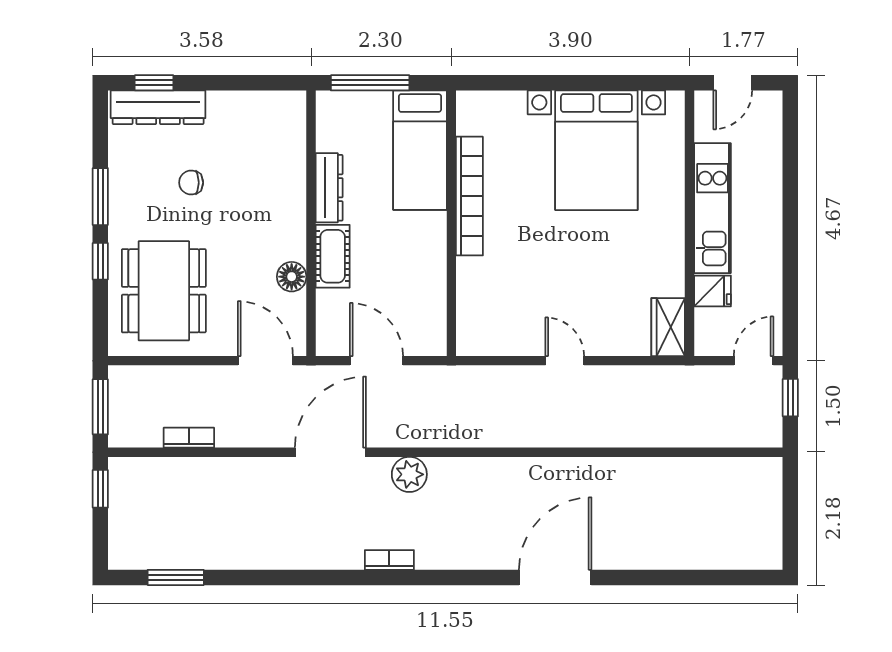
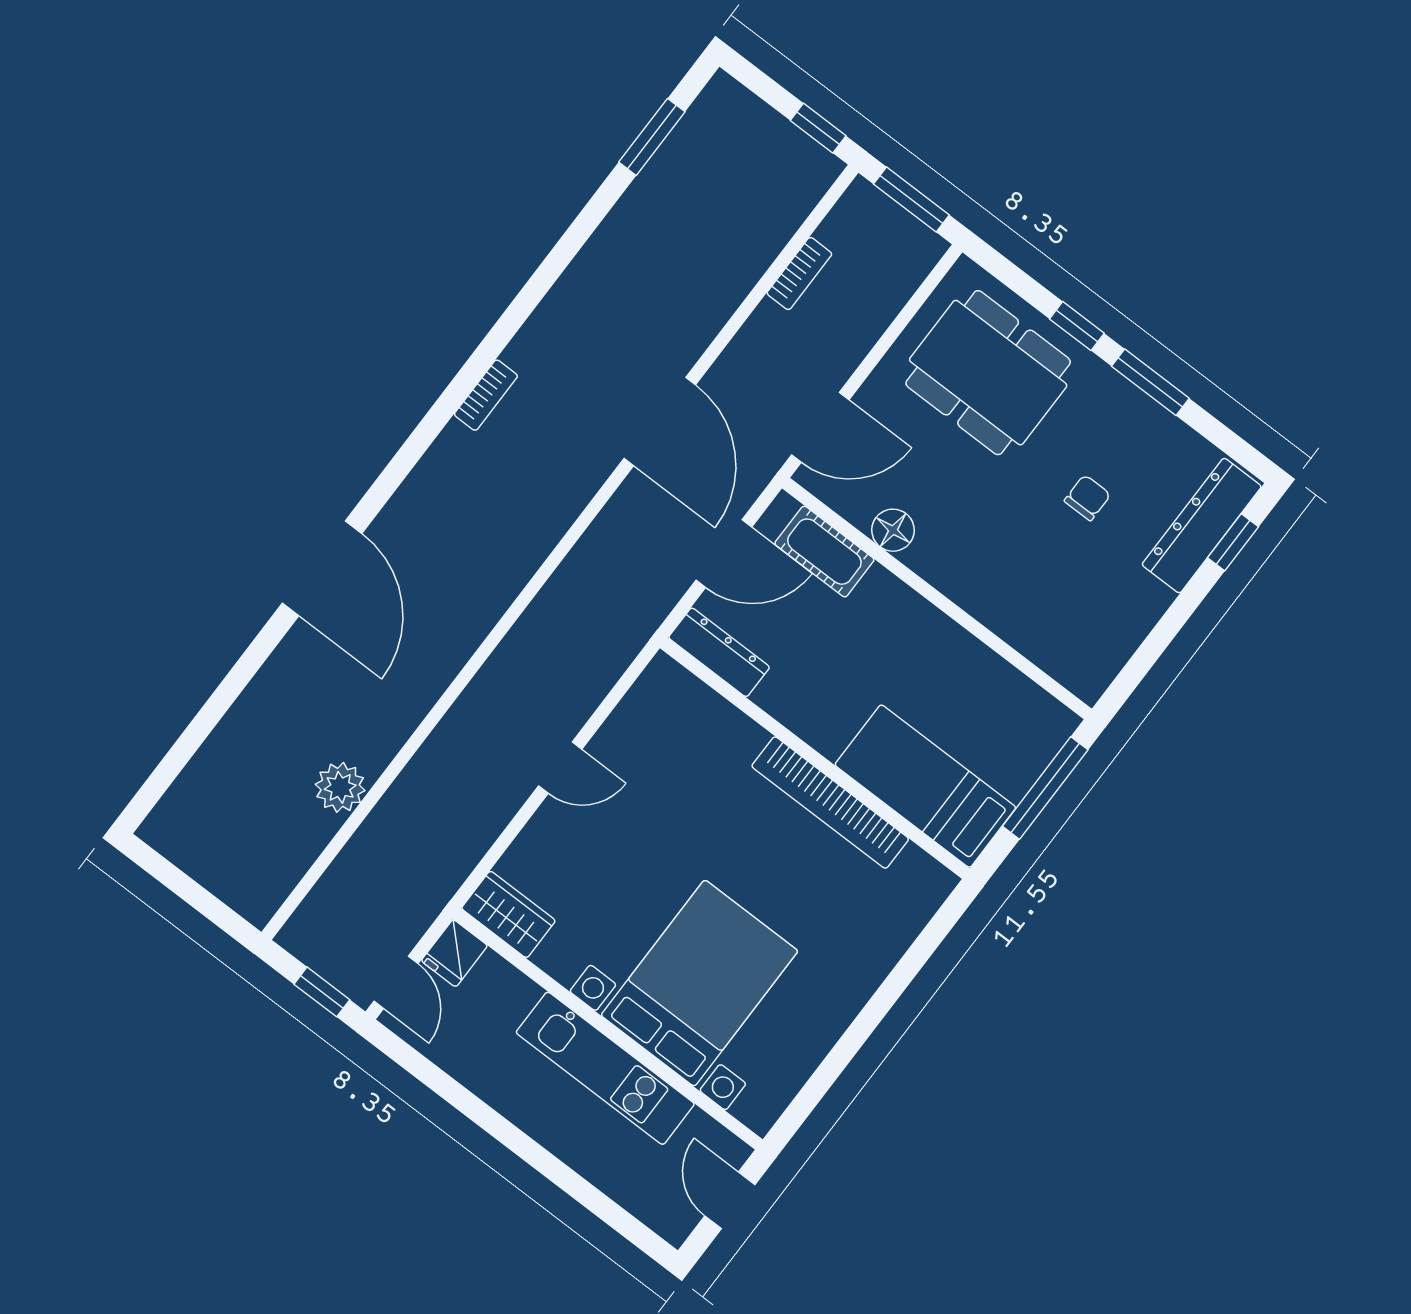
bed with nightstands: (596, 150) -> (700, 983), moved, turned 90
dresser: (329, 188) -> (719, 652), moved, turned 180
cot: (333, 256) -> (824, 552), moved
fridge: (713, 291) -> (454, 953), moved
plant: (409, 474) -> (340, 787), moved

